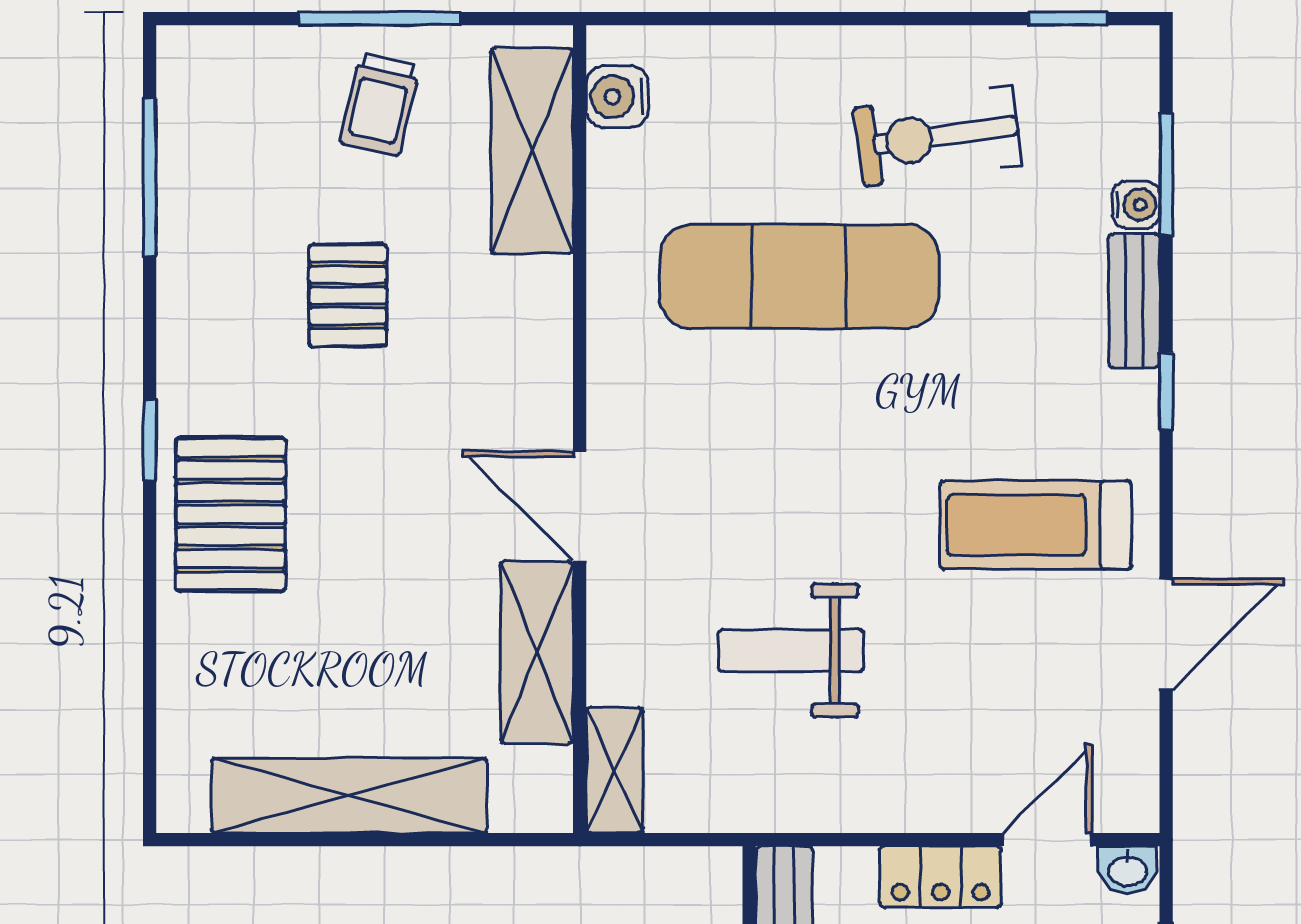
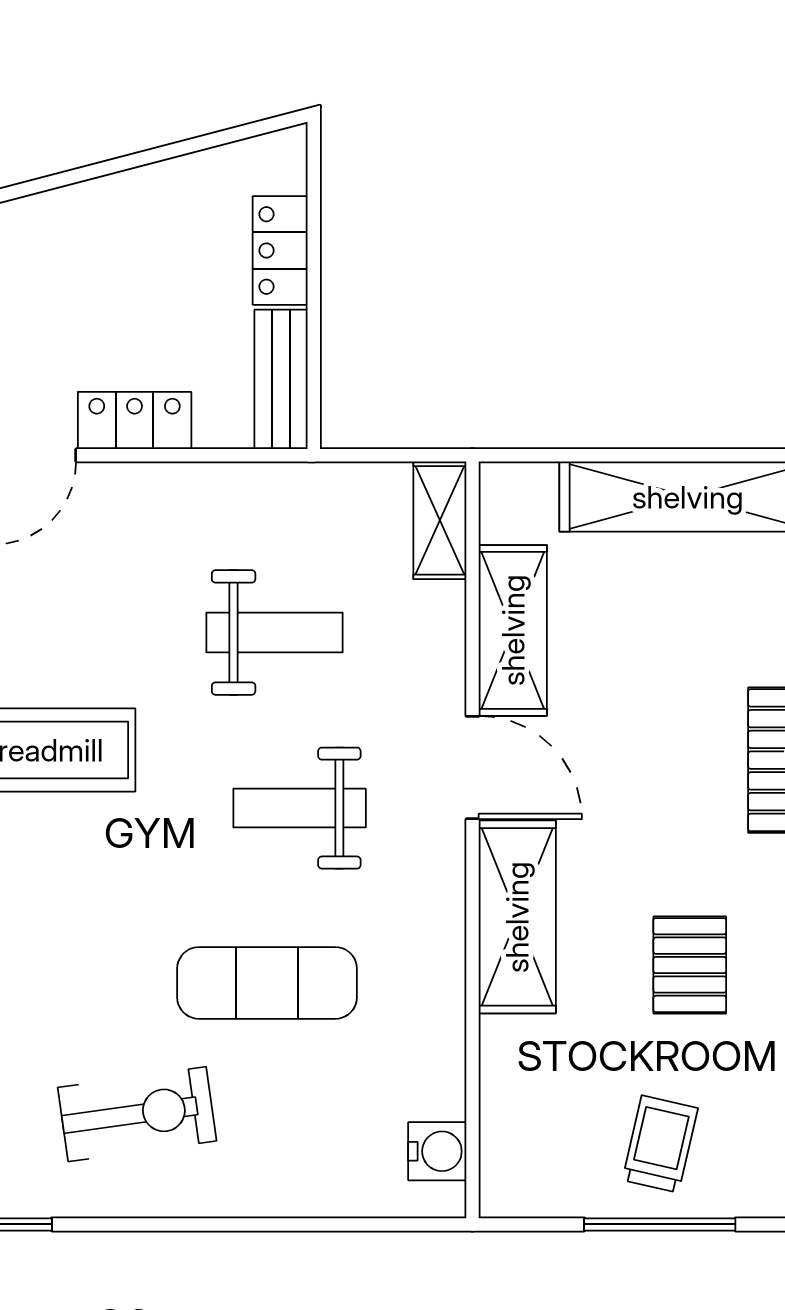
shelving: (532, 151) -> (517, 917), moved
exercise mat: (799, 276) -> (267, 983), width x0.73, depth x0.69
weight bench: (764, 463) -> (300, 808), added

